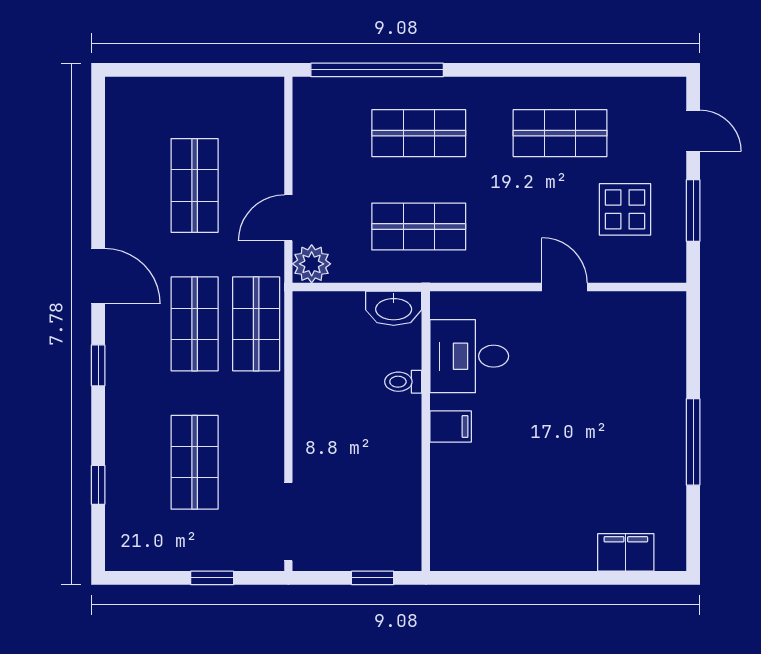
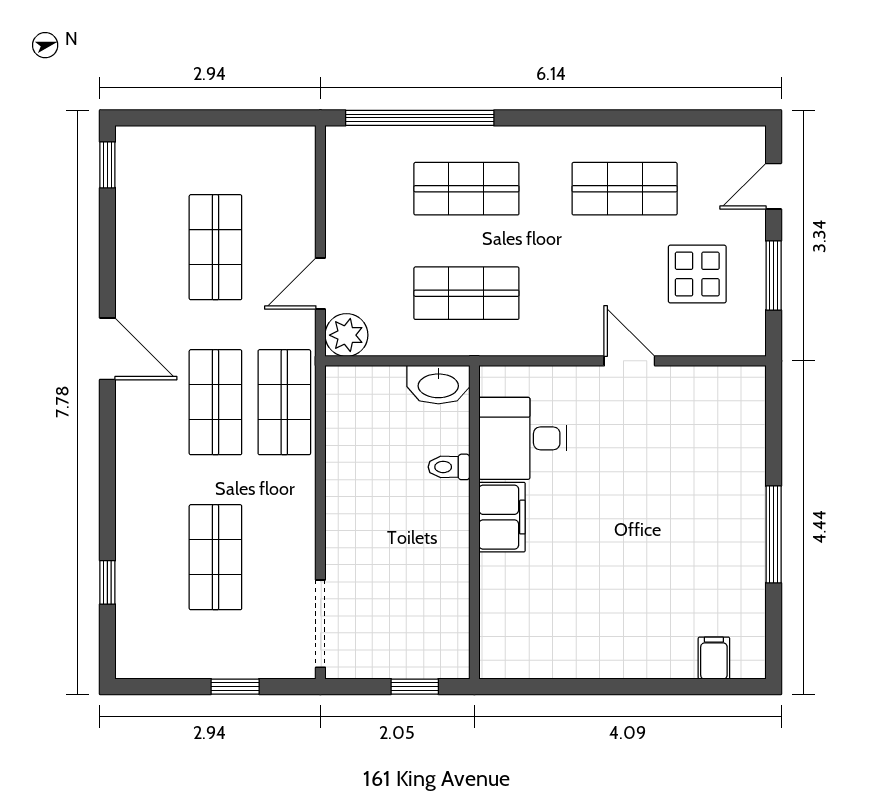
door: (693, 131) -> (774, 186), swing flipped
window: (98, 365) -> (107, 165), moved
filing cabinet: (451, 426) -> (502, 517), width x2.00
filing cabinet: (626, 552) -> (714, 658), width x0.50

